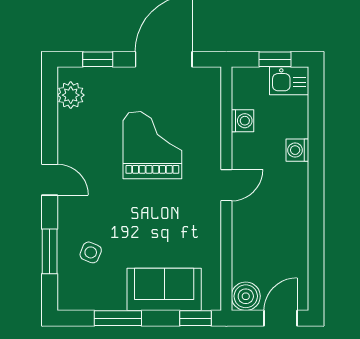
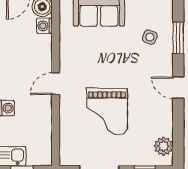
washing machine: (243, 121) -> (44, 26), moved

